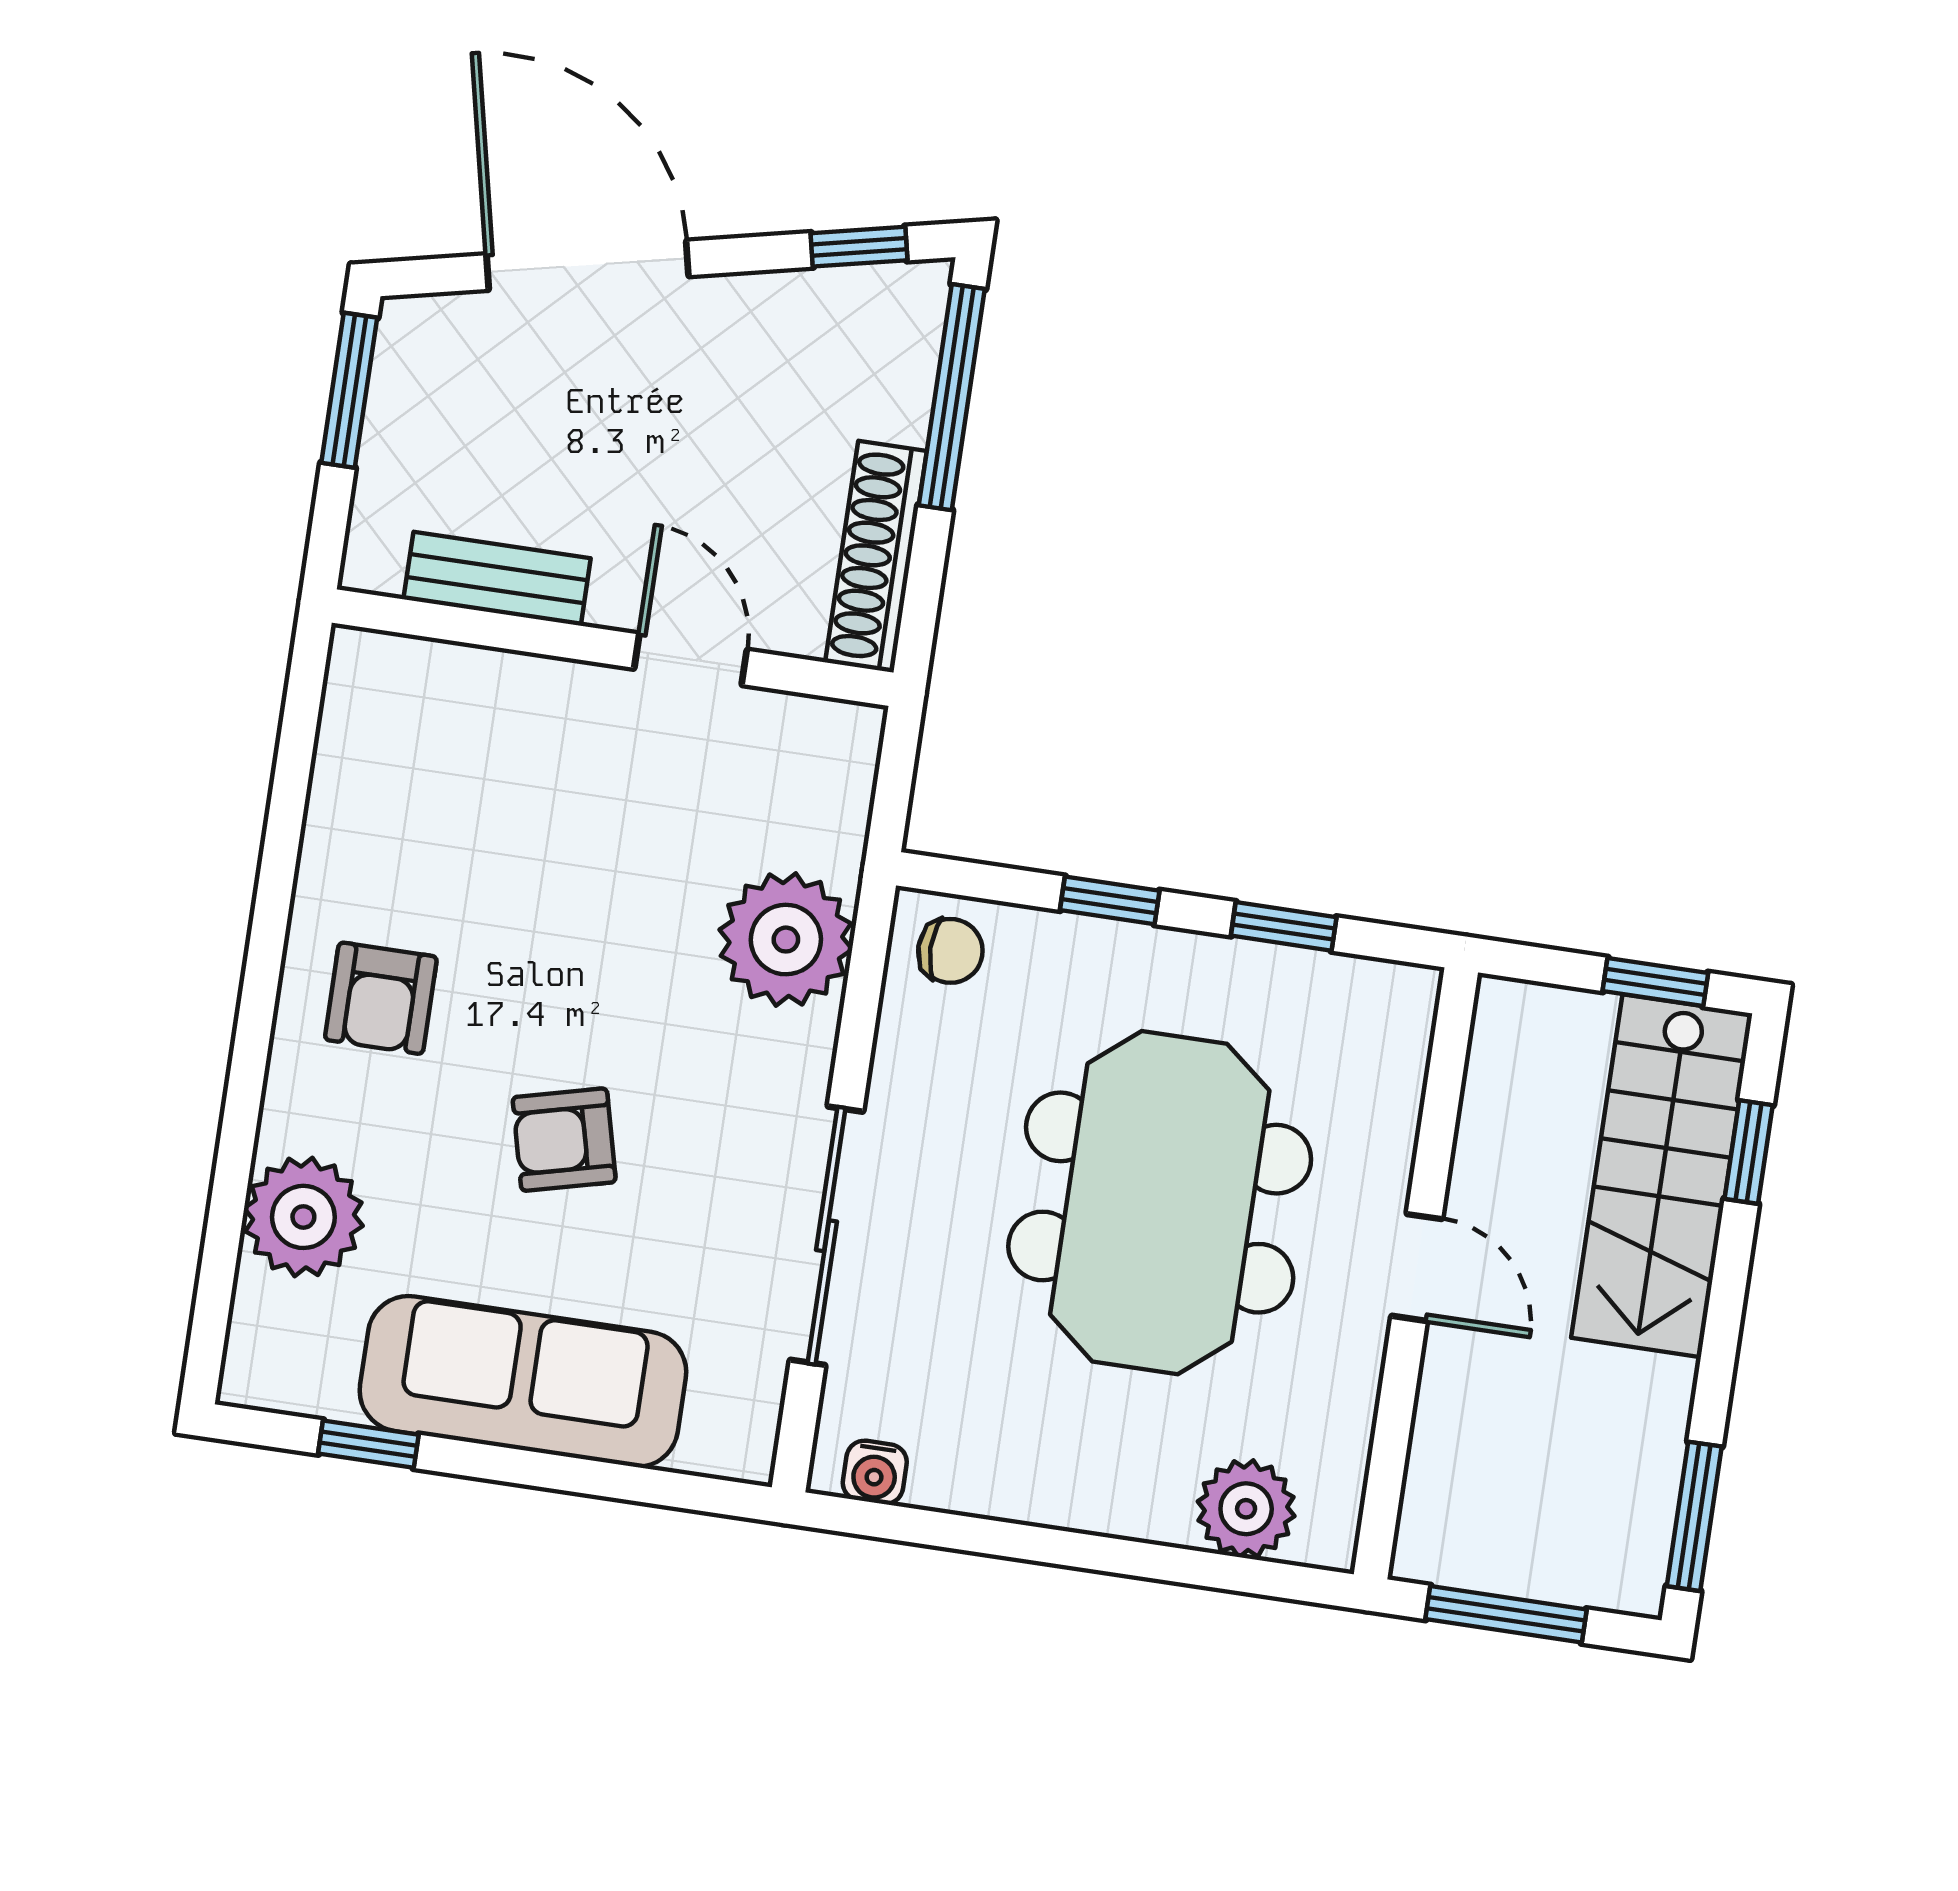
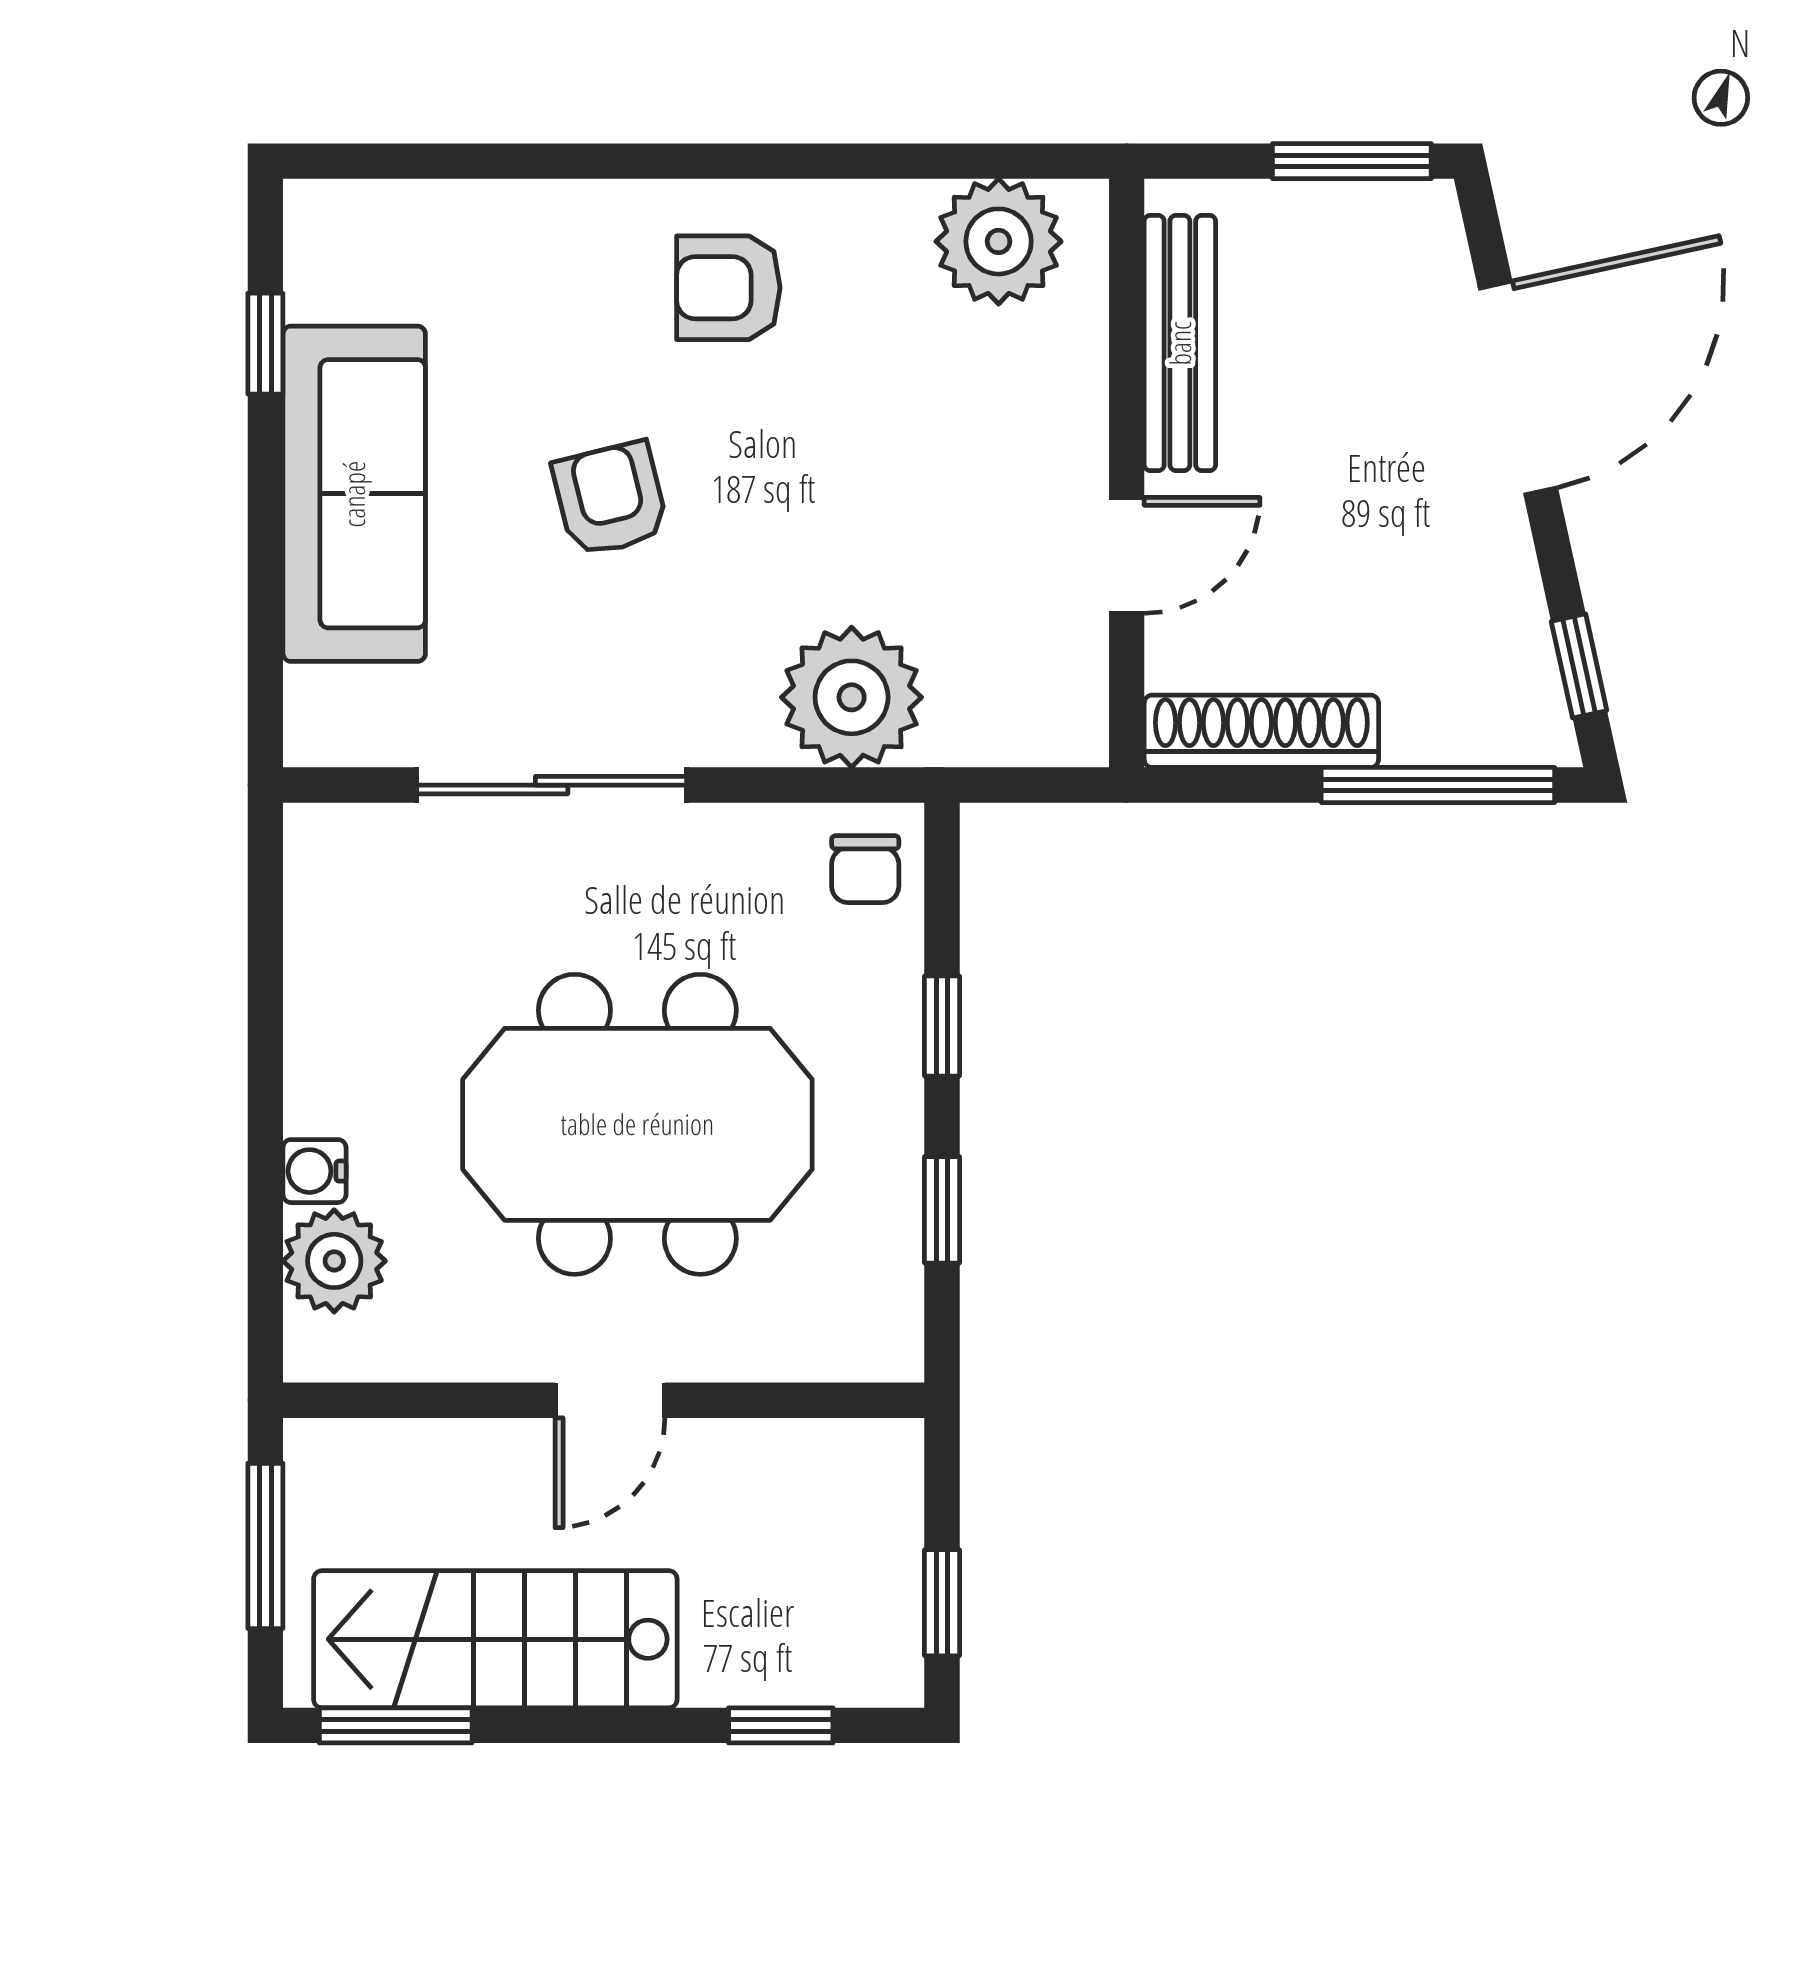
bench: (497, 579) -> (1180, 343), width x1.36
stairs: (1662, 1176) -> (495, 1639), moved
plant: (303, 1217) -> (999, 241), moved
water cooler: (875, 1472) -> (314, 1171), moved

